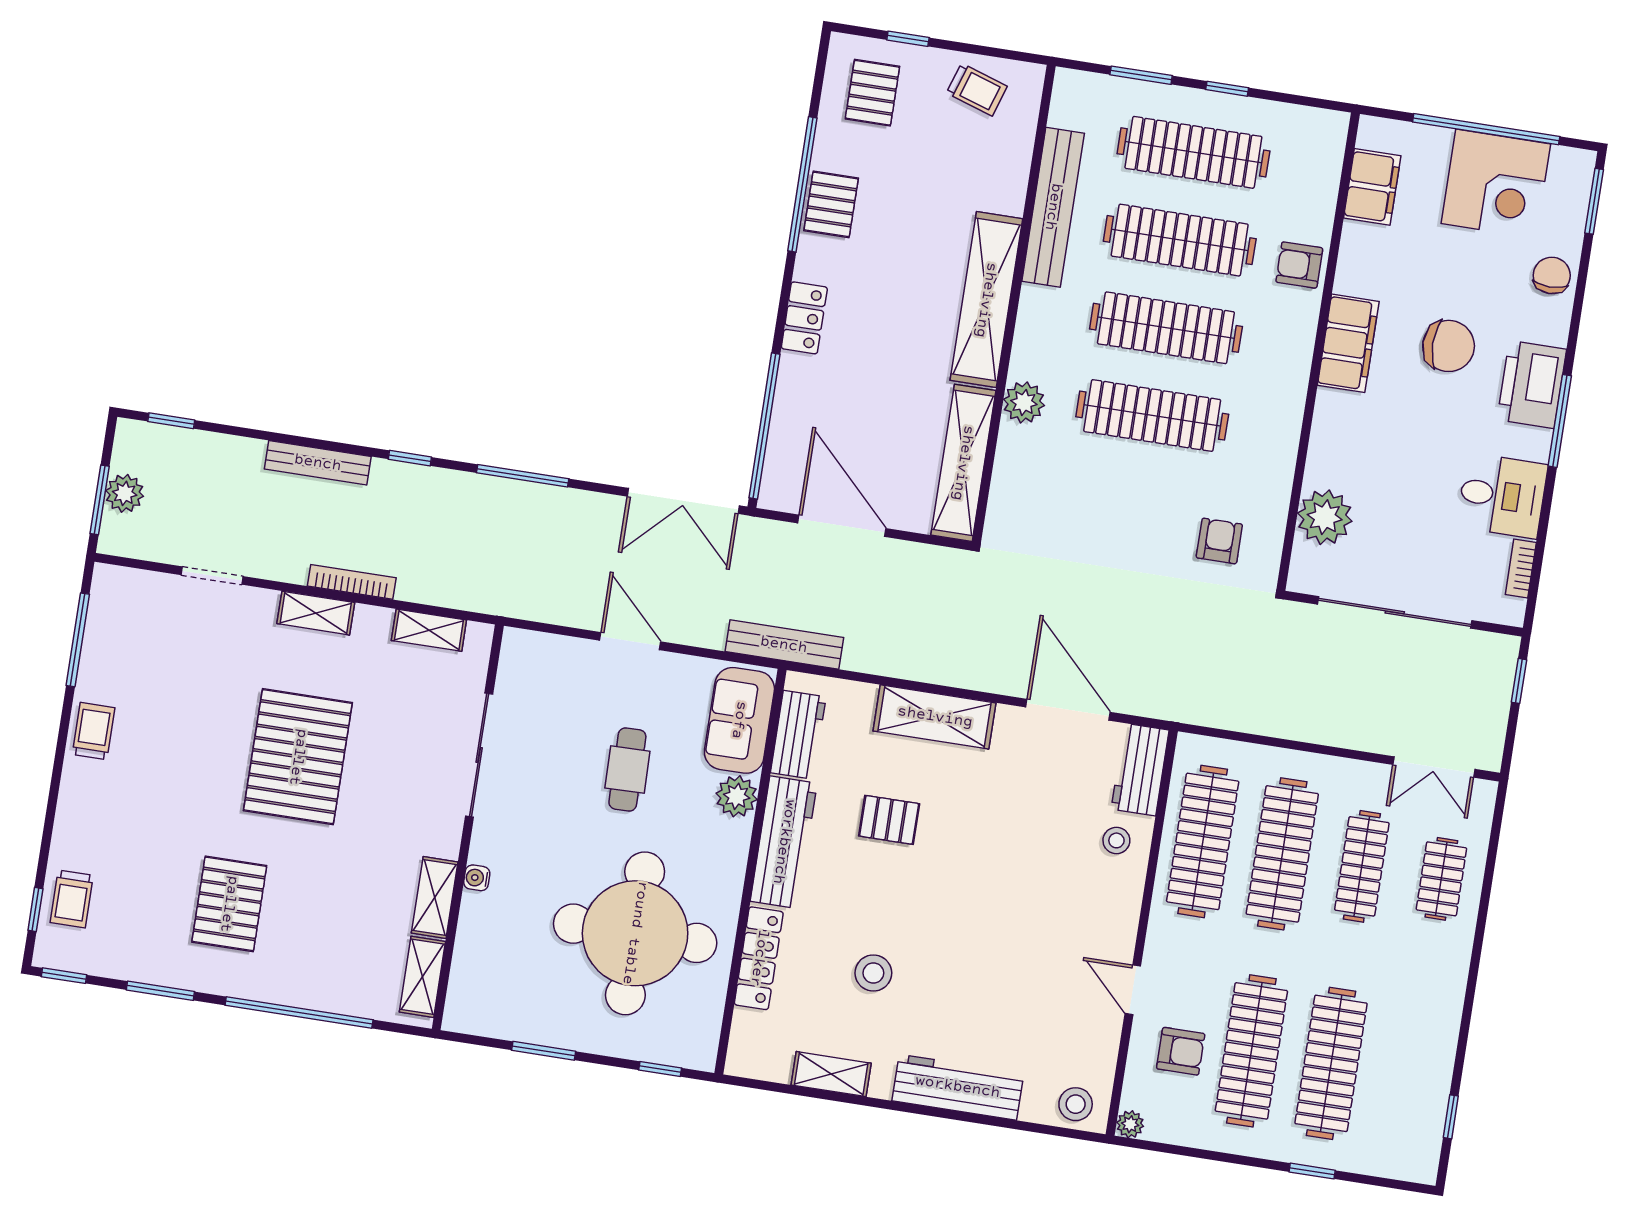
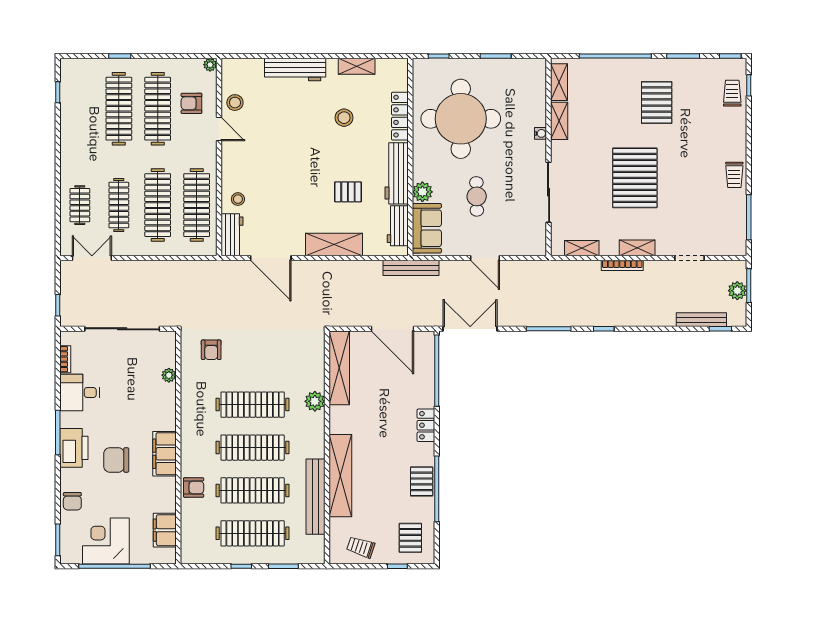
shelving: (986, 300) -> (340, 476), moved
bench: (318, 463) -> (701, 320), moved
plant: (1325, 517) -> (169, 375), width x0.53, depth x0.53
stool: (1076, 1104) -> (235, 103), moved

